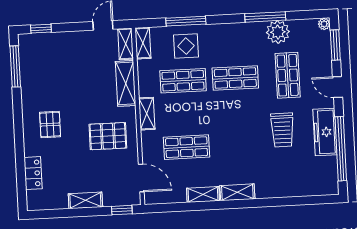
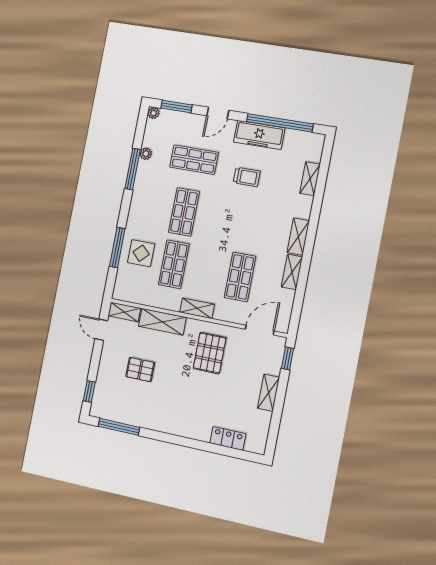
plant: (278, 32) -> (146, 154), width x0.53, depth x0.53
shelving: (143, 43) -> (310, 179), moved, turned 90
pallet: (50, 125) -> (140, 370), moved
trolley: (282, 130) -> (247, 177), width x0.73, depth x0.72

